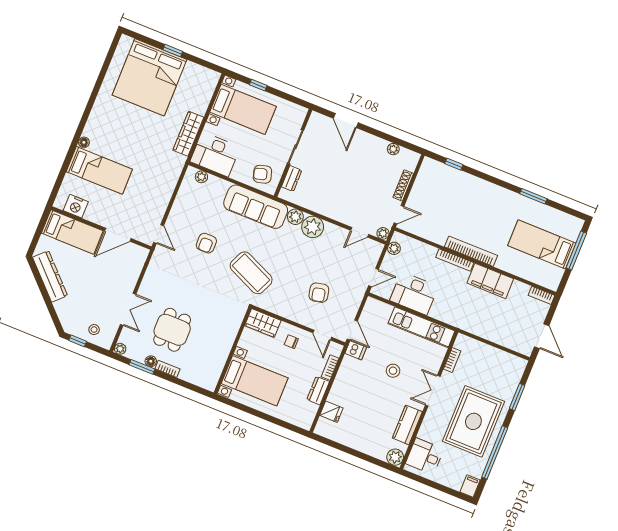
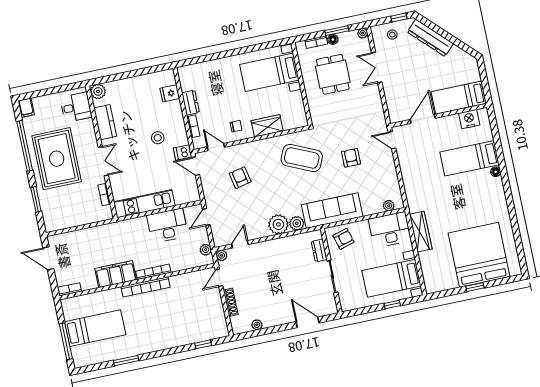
dresser: (50, 276) -> (430, 38), moved
wall: (233, 351) -> (302, 84), moved
stool: (393, 371) -> (158, 138), moved
bed with nightstands: (255, 381) -> (269, 72), moved

